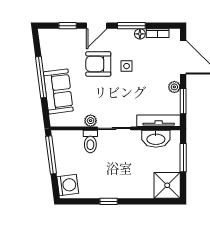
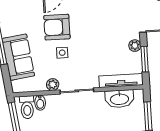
side table: (127, 66) -> (62, 53), moved
bidet: (77, 138) -> (40, 103), added
toilet: (90, 142) -> (27, 107), moved

